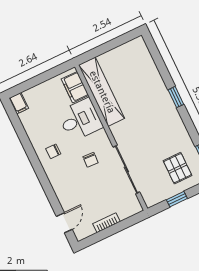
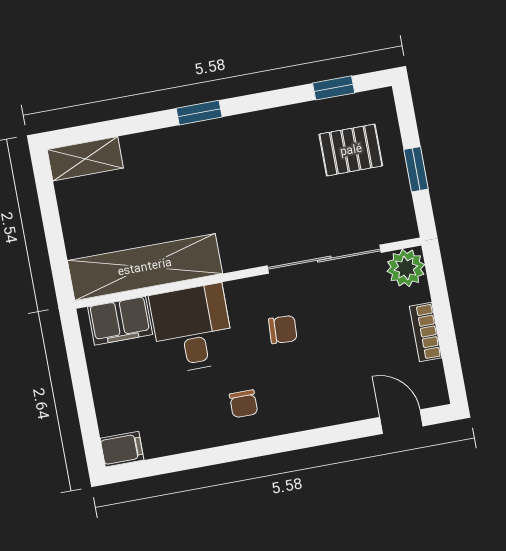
shelving: (142, 53) -> (85, 159), added
plant: (132, 206) -> (406, 268), added

